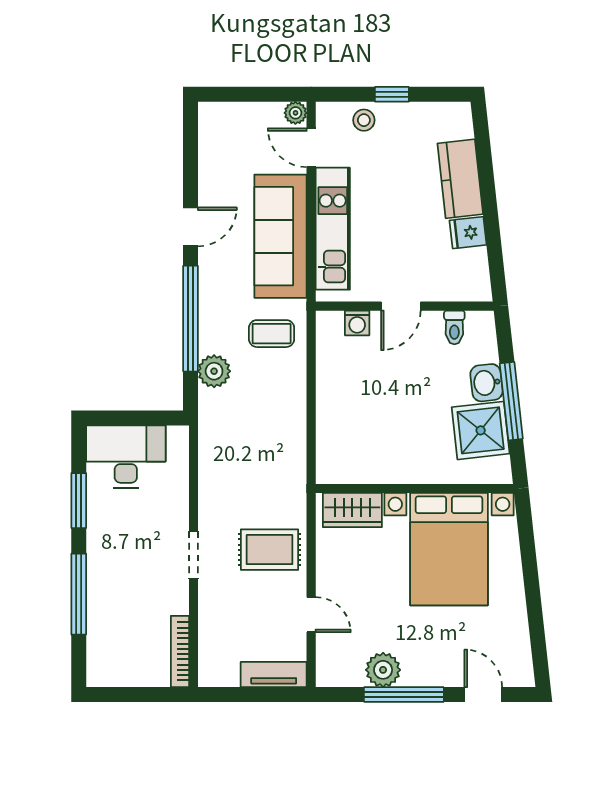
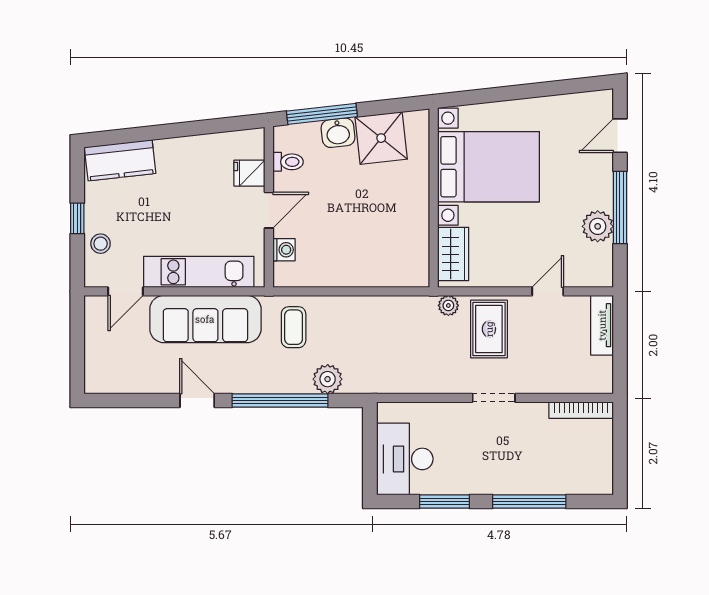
plant: (295, 113) -> (448, 305), moved
kitchen counter: (460, 179) -> (120, 160), moved
fridge: (468, 233) -> (249, 173), moved, turned 96
door: (401, 306) -> (269, 210), hinge flipped
window: (511, 401) -> (322, 114), moved

